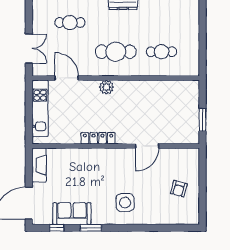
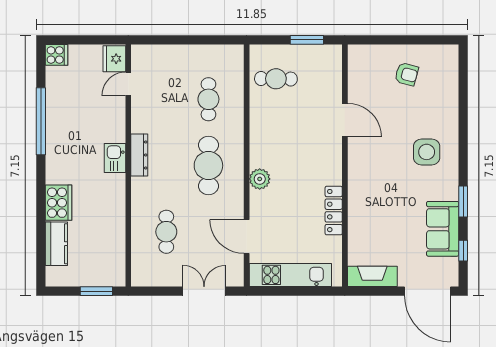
door: (67, 78) -> (247, 237), hinge flipped
cafe table: (176, 98) -> (276, 79), added
locker: (98, 138) -> (334, 211), moved

